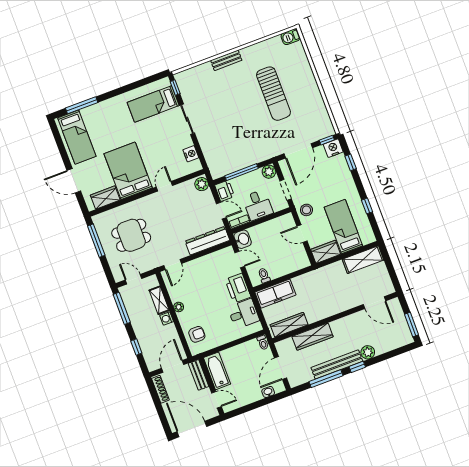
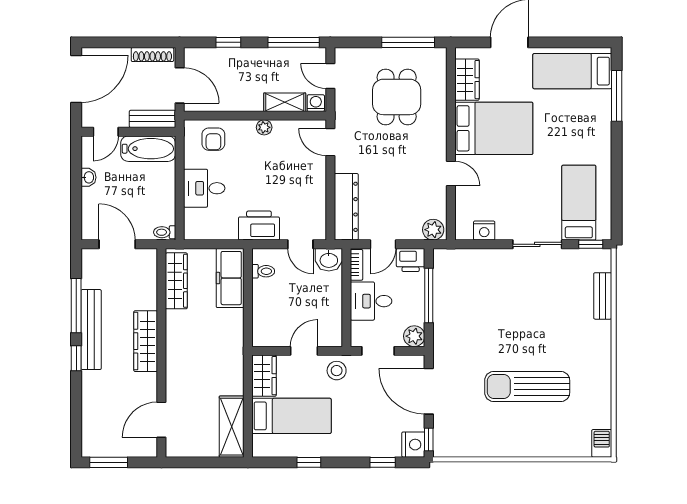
bench: (226, 60) -> (603, 296), moved
door: (240, 259) -> (300, 244), hinge flipped
door: (134, 279) -> (330, 76), swing flipped
desk: (244, 314) -> (204, 188), moved, turned 90
washing machine: (167, 318) -> (316, 103), moved
wardrobe: (313, 337) -> (146, 341), moved
plant: (368, 352) -> (92, 382), removed
washbasin: (268, 392) -> (88, 177), moved

